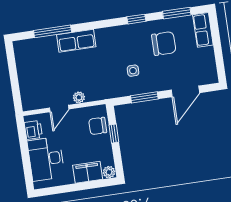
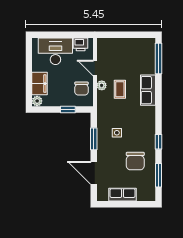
row of seats: (203, 30) -> (123, 195), moved
window: (53, 31) -> (158, 58), moved
coffee table: (80, 75) -> (120, 89), added
chair: (98, 126) -> (82, 88), moved, turned 180

